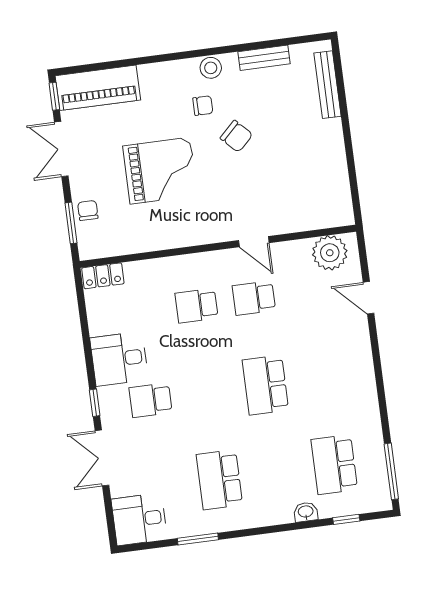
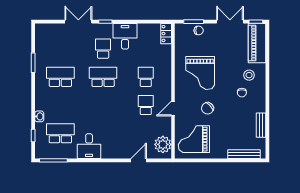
stool: (211, 68) -> (249, 75), moved
chair: (236, 136) -> (208, 108), moved
grand piano: (160, 171) -> (200, 73), moved
grand piano: (311, 191) -> (194, 139), added
school desk: (265, 385) -> (103, 77), moved
desk: (139, 519) -> (89, 146), moved, turned 180

